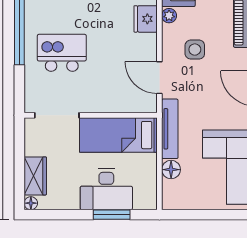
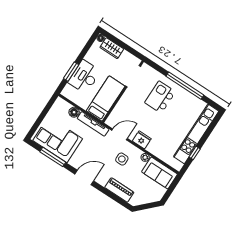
fridge: (146, 19) -> (142, 140), moved
kitchen island: (62, 53) -> (160, 97), turned 180

